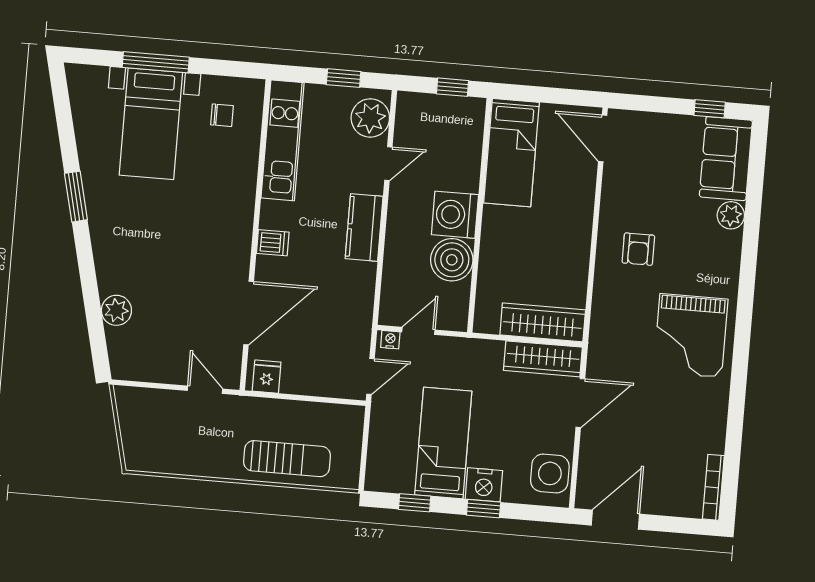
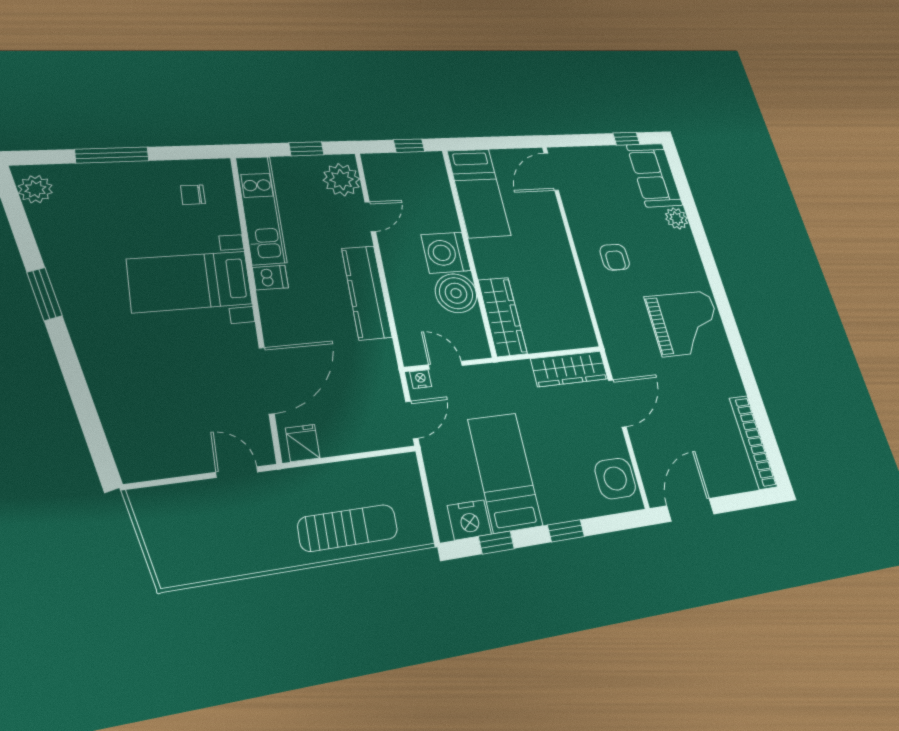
chair: (222, 115) -> (193, 195), turned 180
bed with nightstands: (151, 124) -> (190, 282), moved, turned 90
door: (603, 138) -> (551, 172), hinge flipped
kitchen counter: (364, 227) -> (367, 292), width x1.50
dishwasher: (273, 243) -> (270, 278), moved
plant: (116, 310) -> (35, 189), moved
wardrobe: (543, 322) -> (502, 317), moved, turned 90
door: (418, 331) -> (445, 365), hinge flipped
grand piano: (691, 336) -> (686, 323), turned -90
nightstand: (484, 485) -> (469, 520), moved
bookcase: (713, 487) -> (753, 442), width x1.48, depth x1.31

